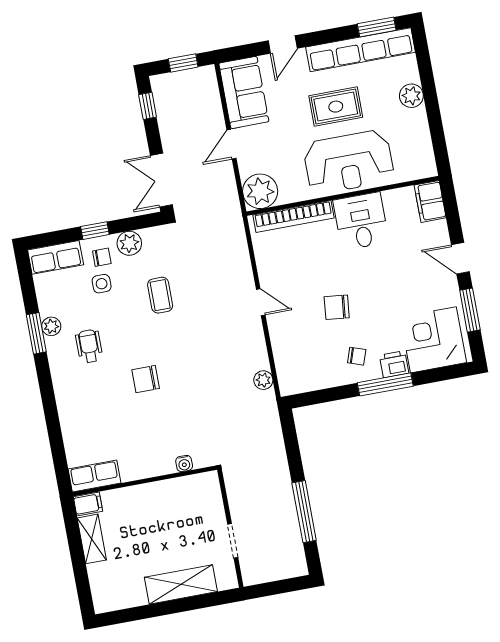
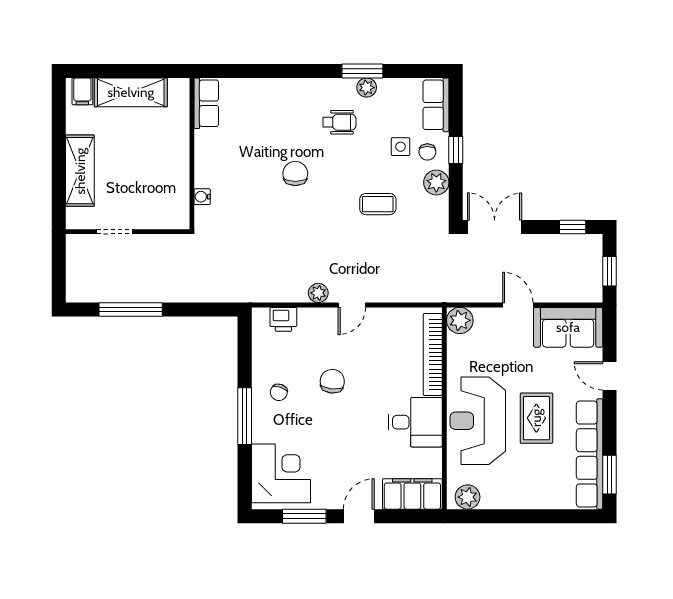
plant: (411, 96) -> (468, 497), moved
plant: (260, 191) -> (460, 320), width x0.73, depth x0.73
filing cabinet: (430, 201) -> (412, 494), width x1.50, depth x1.17
printer: (394, 364) -> (283, 319), moved, turned 90
plant: (263, 380) -> (318, 293), moved
filing cabinet: (88, 504) -> (82, 91), moved
shelving: (92, 539) -> (131, 92), width x1.50, depth x1.33

